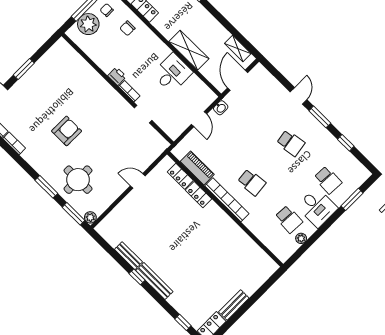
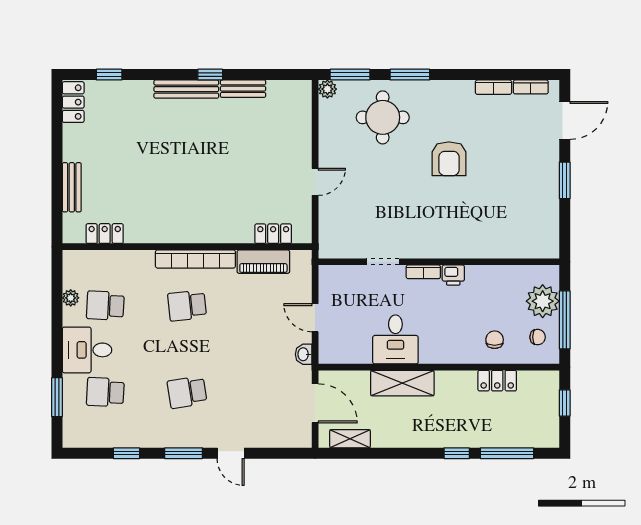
locker: (199, 195) -> (105, 234), moved
bench: (234, 305) -> (72, 187), moved

